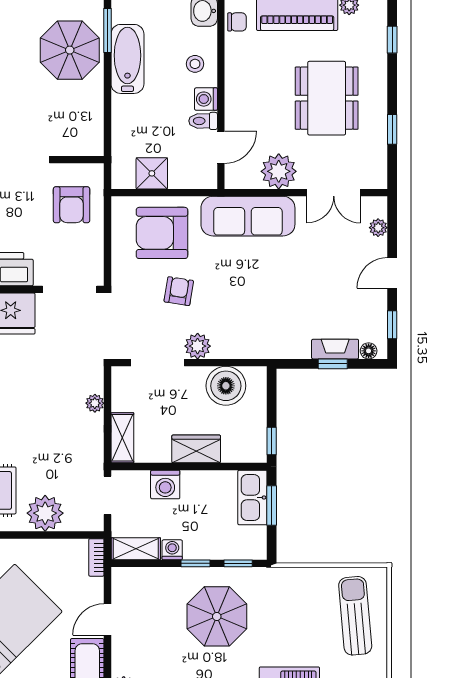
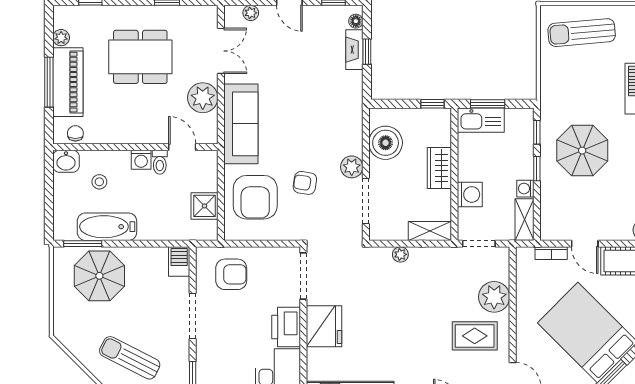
stool: (195, 64) -> (99, 182), moved
barbecue: (87, 144) -> (179, 261), added
bookcase: (96, 557) -> (551, 253), moved

